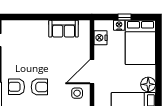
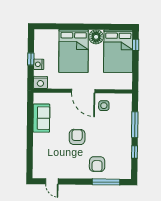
nightstand: (100, 38) -> (40, 82), moved
bed: (140, 42) -> (74, 51), moved, turned 90
armchair: (39, 87) -> (77, 137), moved

